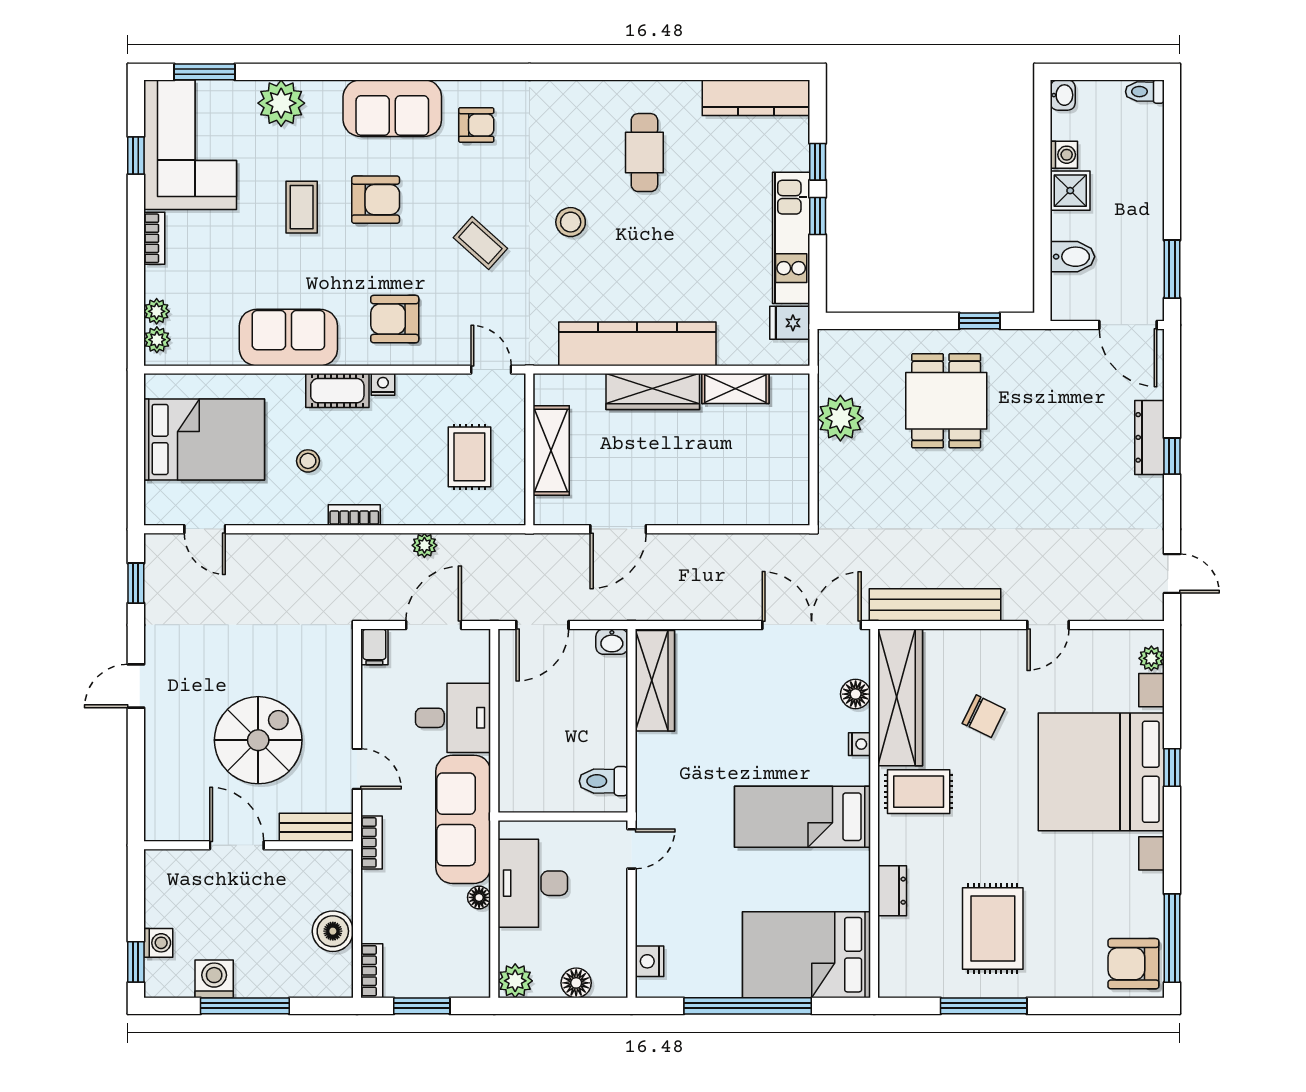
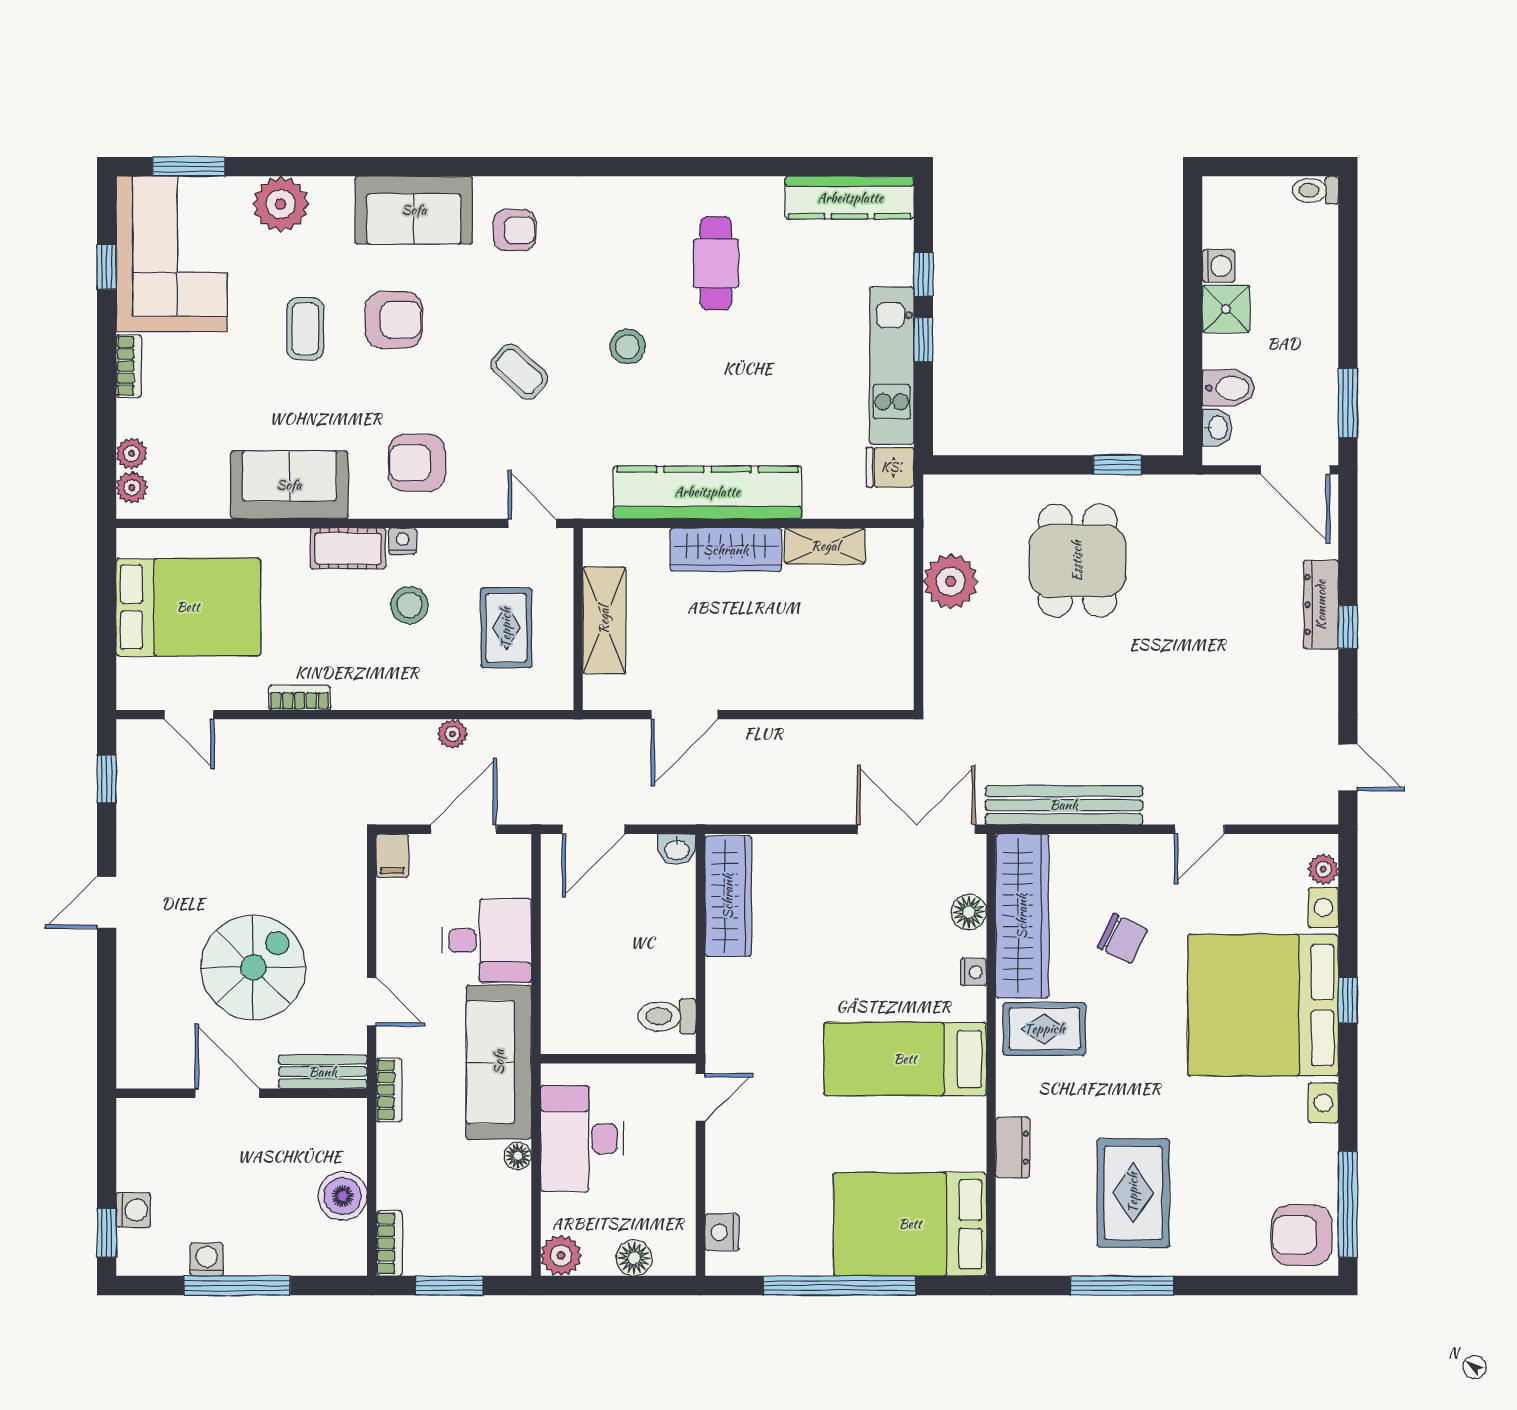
washbasin: (1063, 95) -> (1217, 428), moved
stool: (308, 461) -> (409, 605), moved, width x1.37, depth x1.37
bookcase: (354, 515) -> (300, 698), moved
washing machine: (214, 979) -> (207, 1259), width x0.73, depth x0.73

